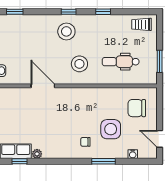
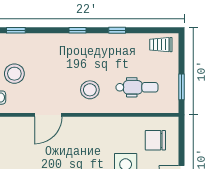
stool: (66, 31) -> (14, 74), moved
dental chair: (121, 62) -> (137, 87), turned 180
door: (43, 86) -> (48, 115), swing flipped

